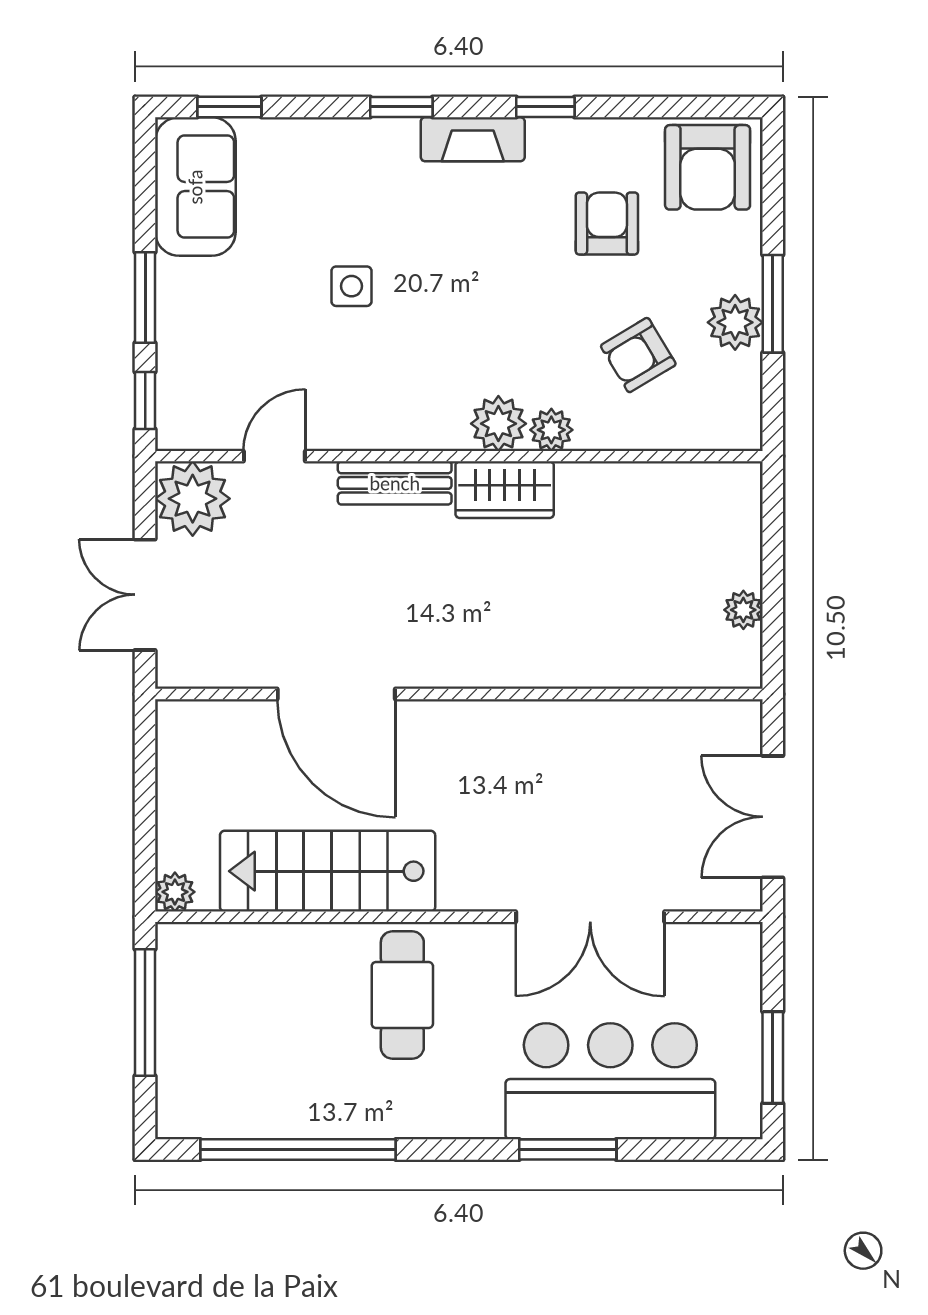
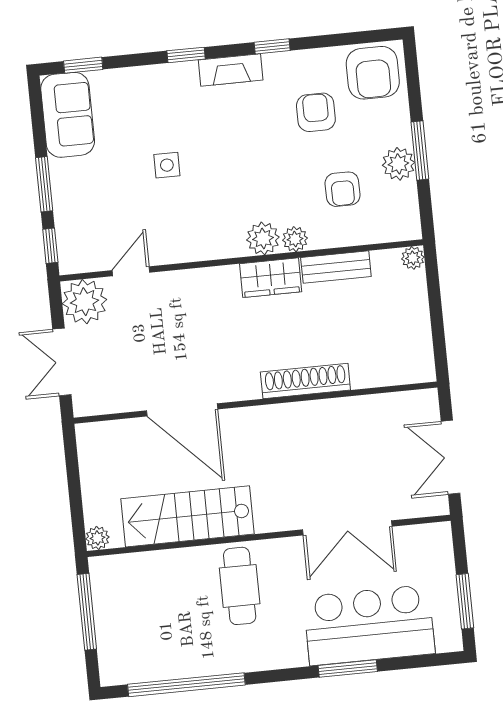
armchair: (638, 355) -> (343, 189), turned -59
bench: (395, 483) -> (336, 267), moved
plant: (743, 610) -> (413, 258), moved
shoe rack: (545, 666) -> (305, 381), added

